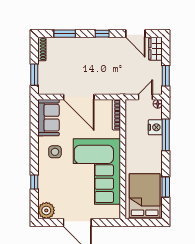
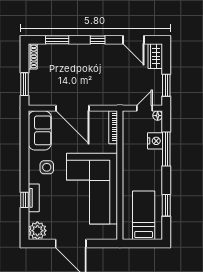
tv unit: (43, 180) -> (34, 198), added
bed: (145, 196) -> (144, 215), width x0.67

